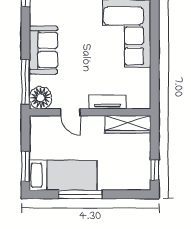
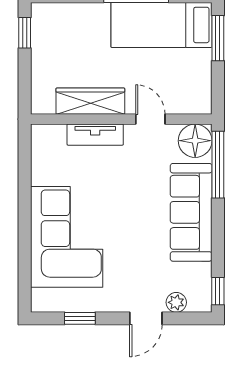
sofa: (43, 50) -> (191, 212), width x1.36
wardrobe: (128, 124) -> (90, 101), moved

